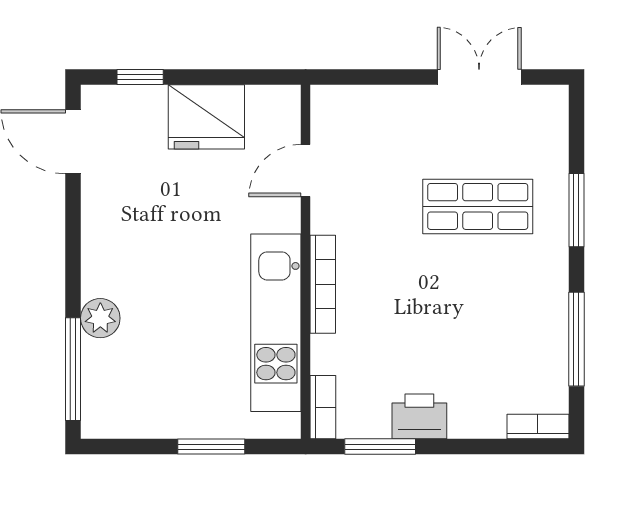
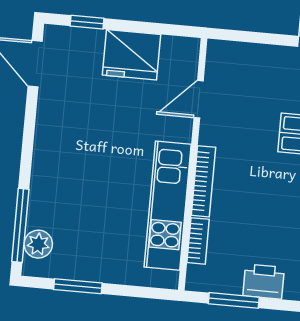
plant: (100, 318) -> (38, 244), moved
bookcase: (323, 407) -> (198, 241), moved
window: (211, 447) -> (78, 286), moved

